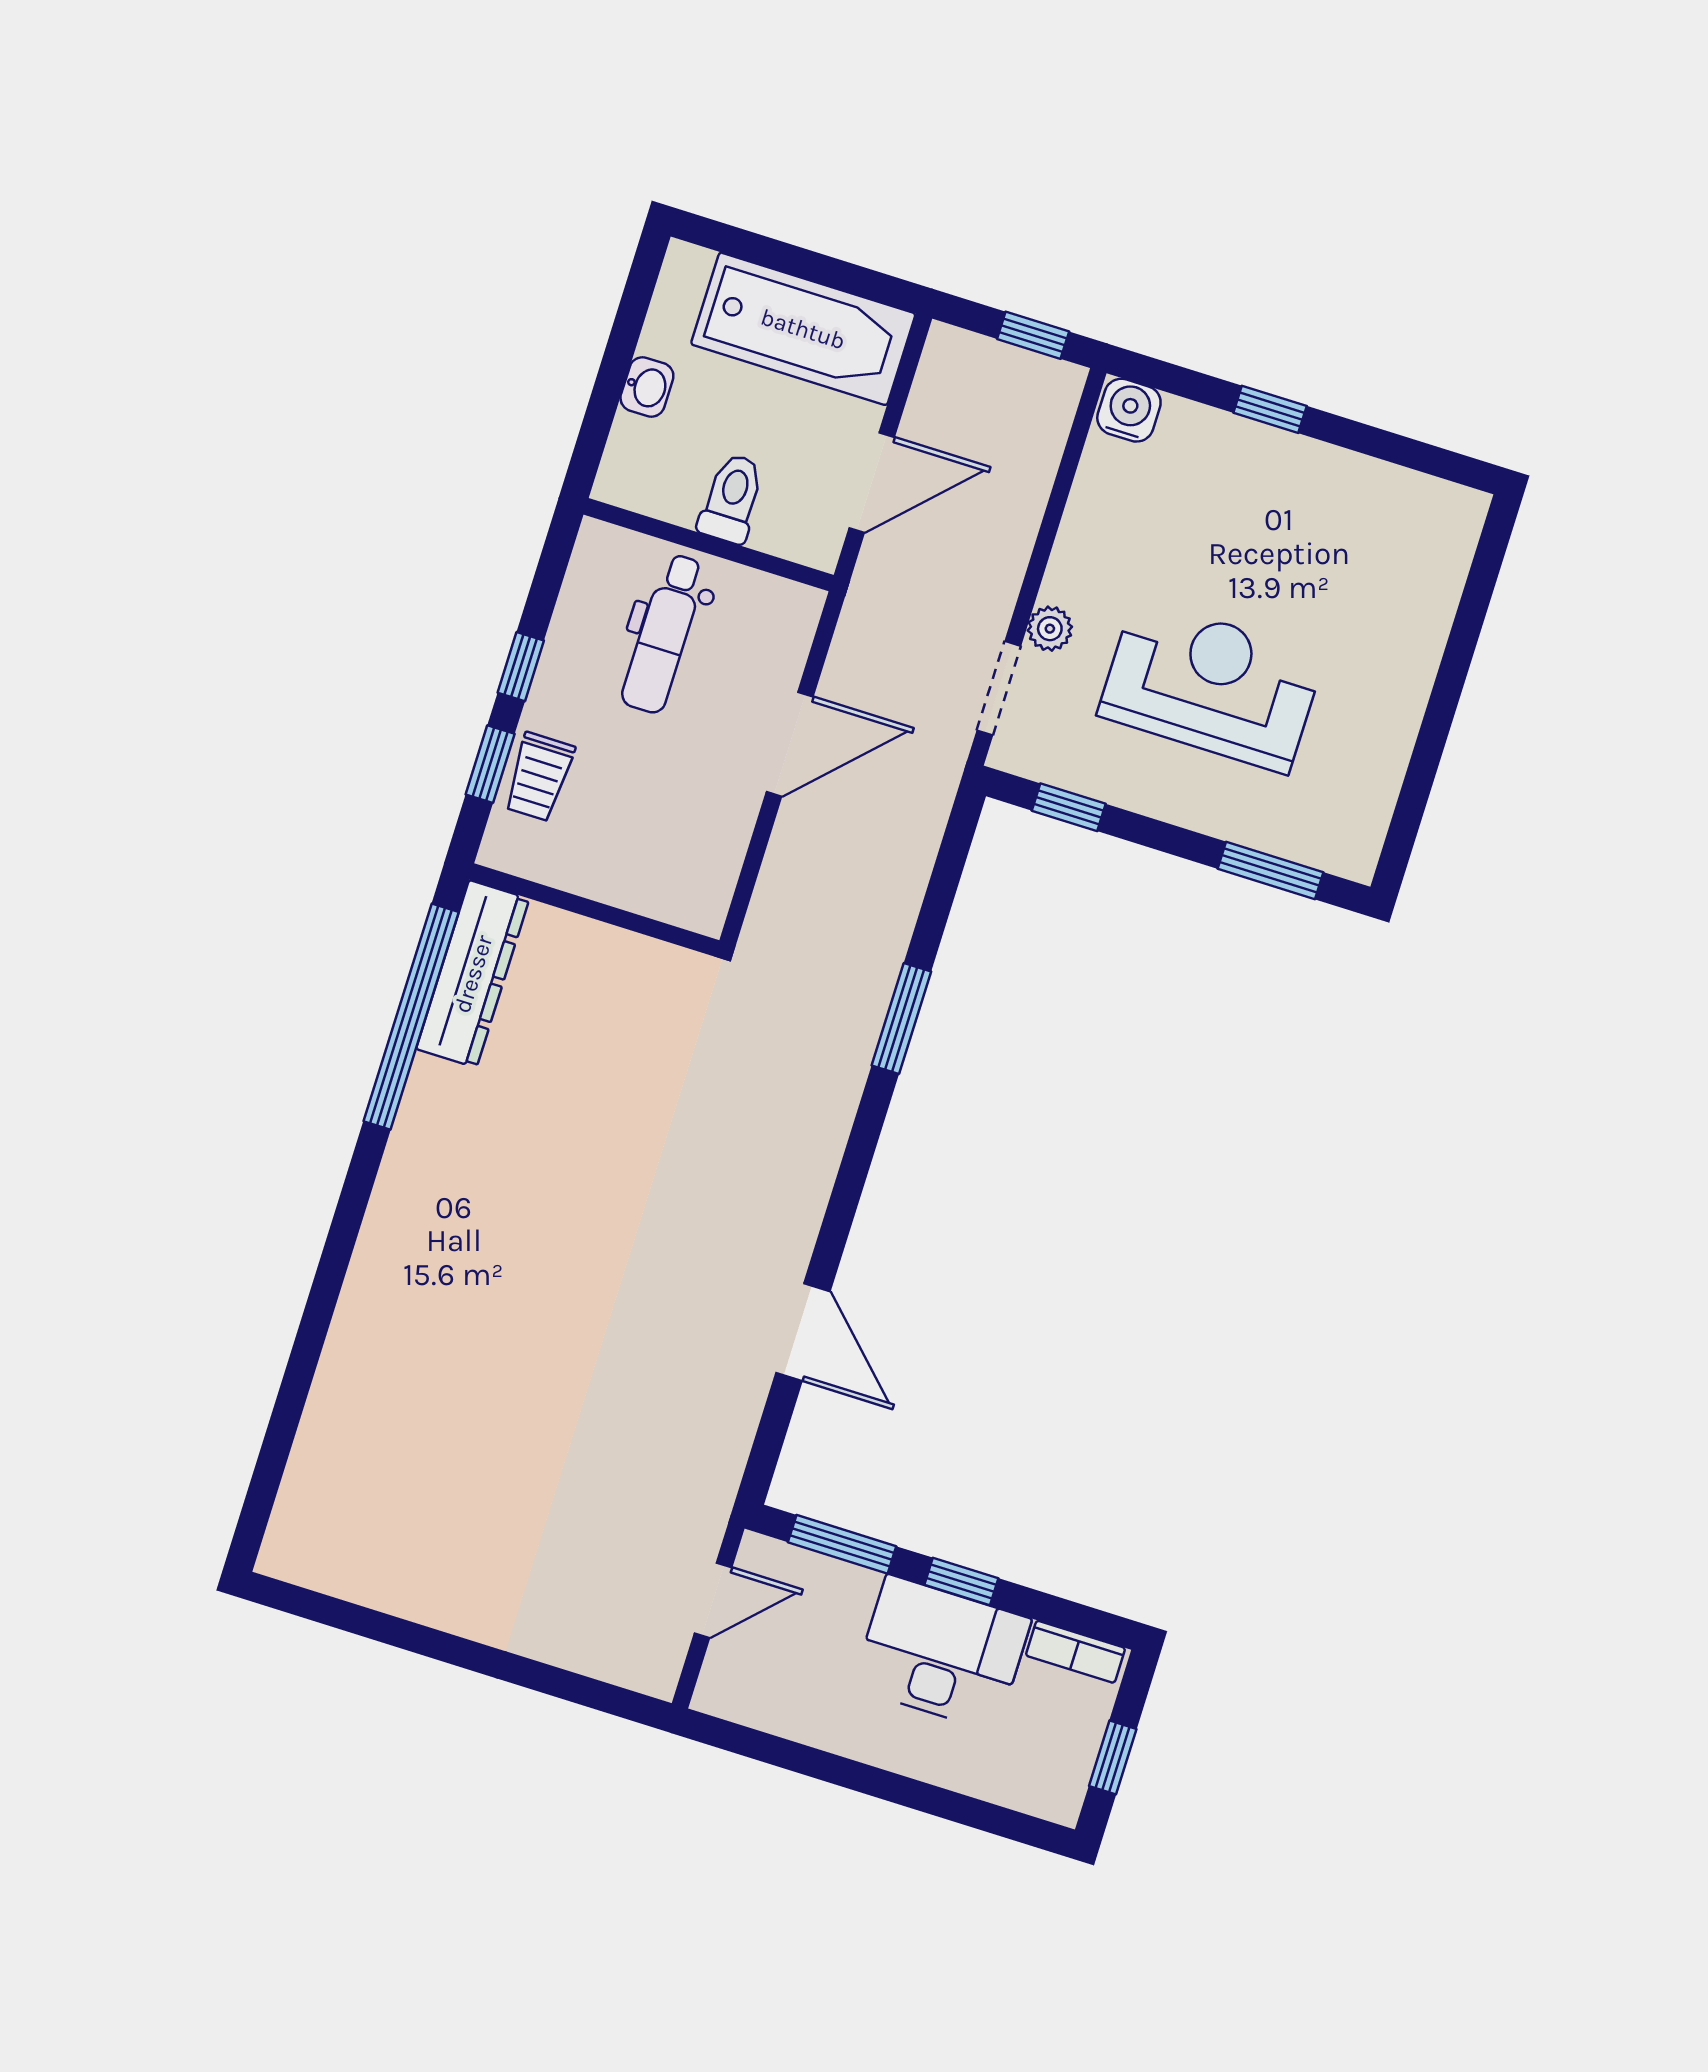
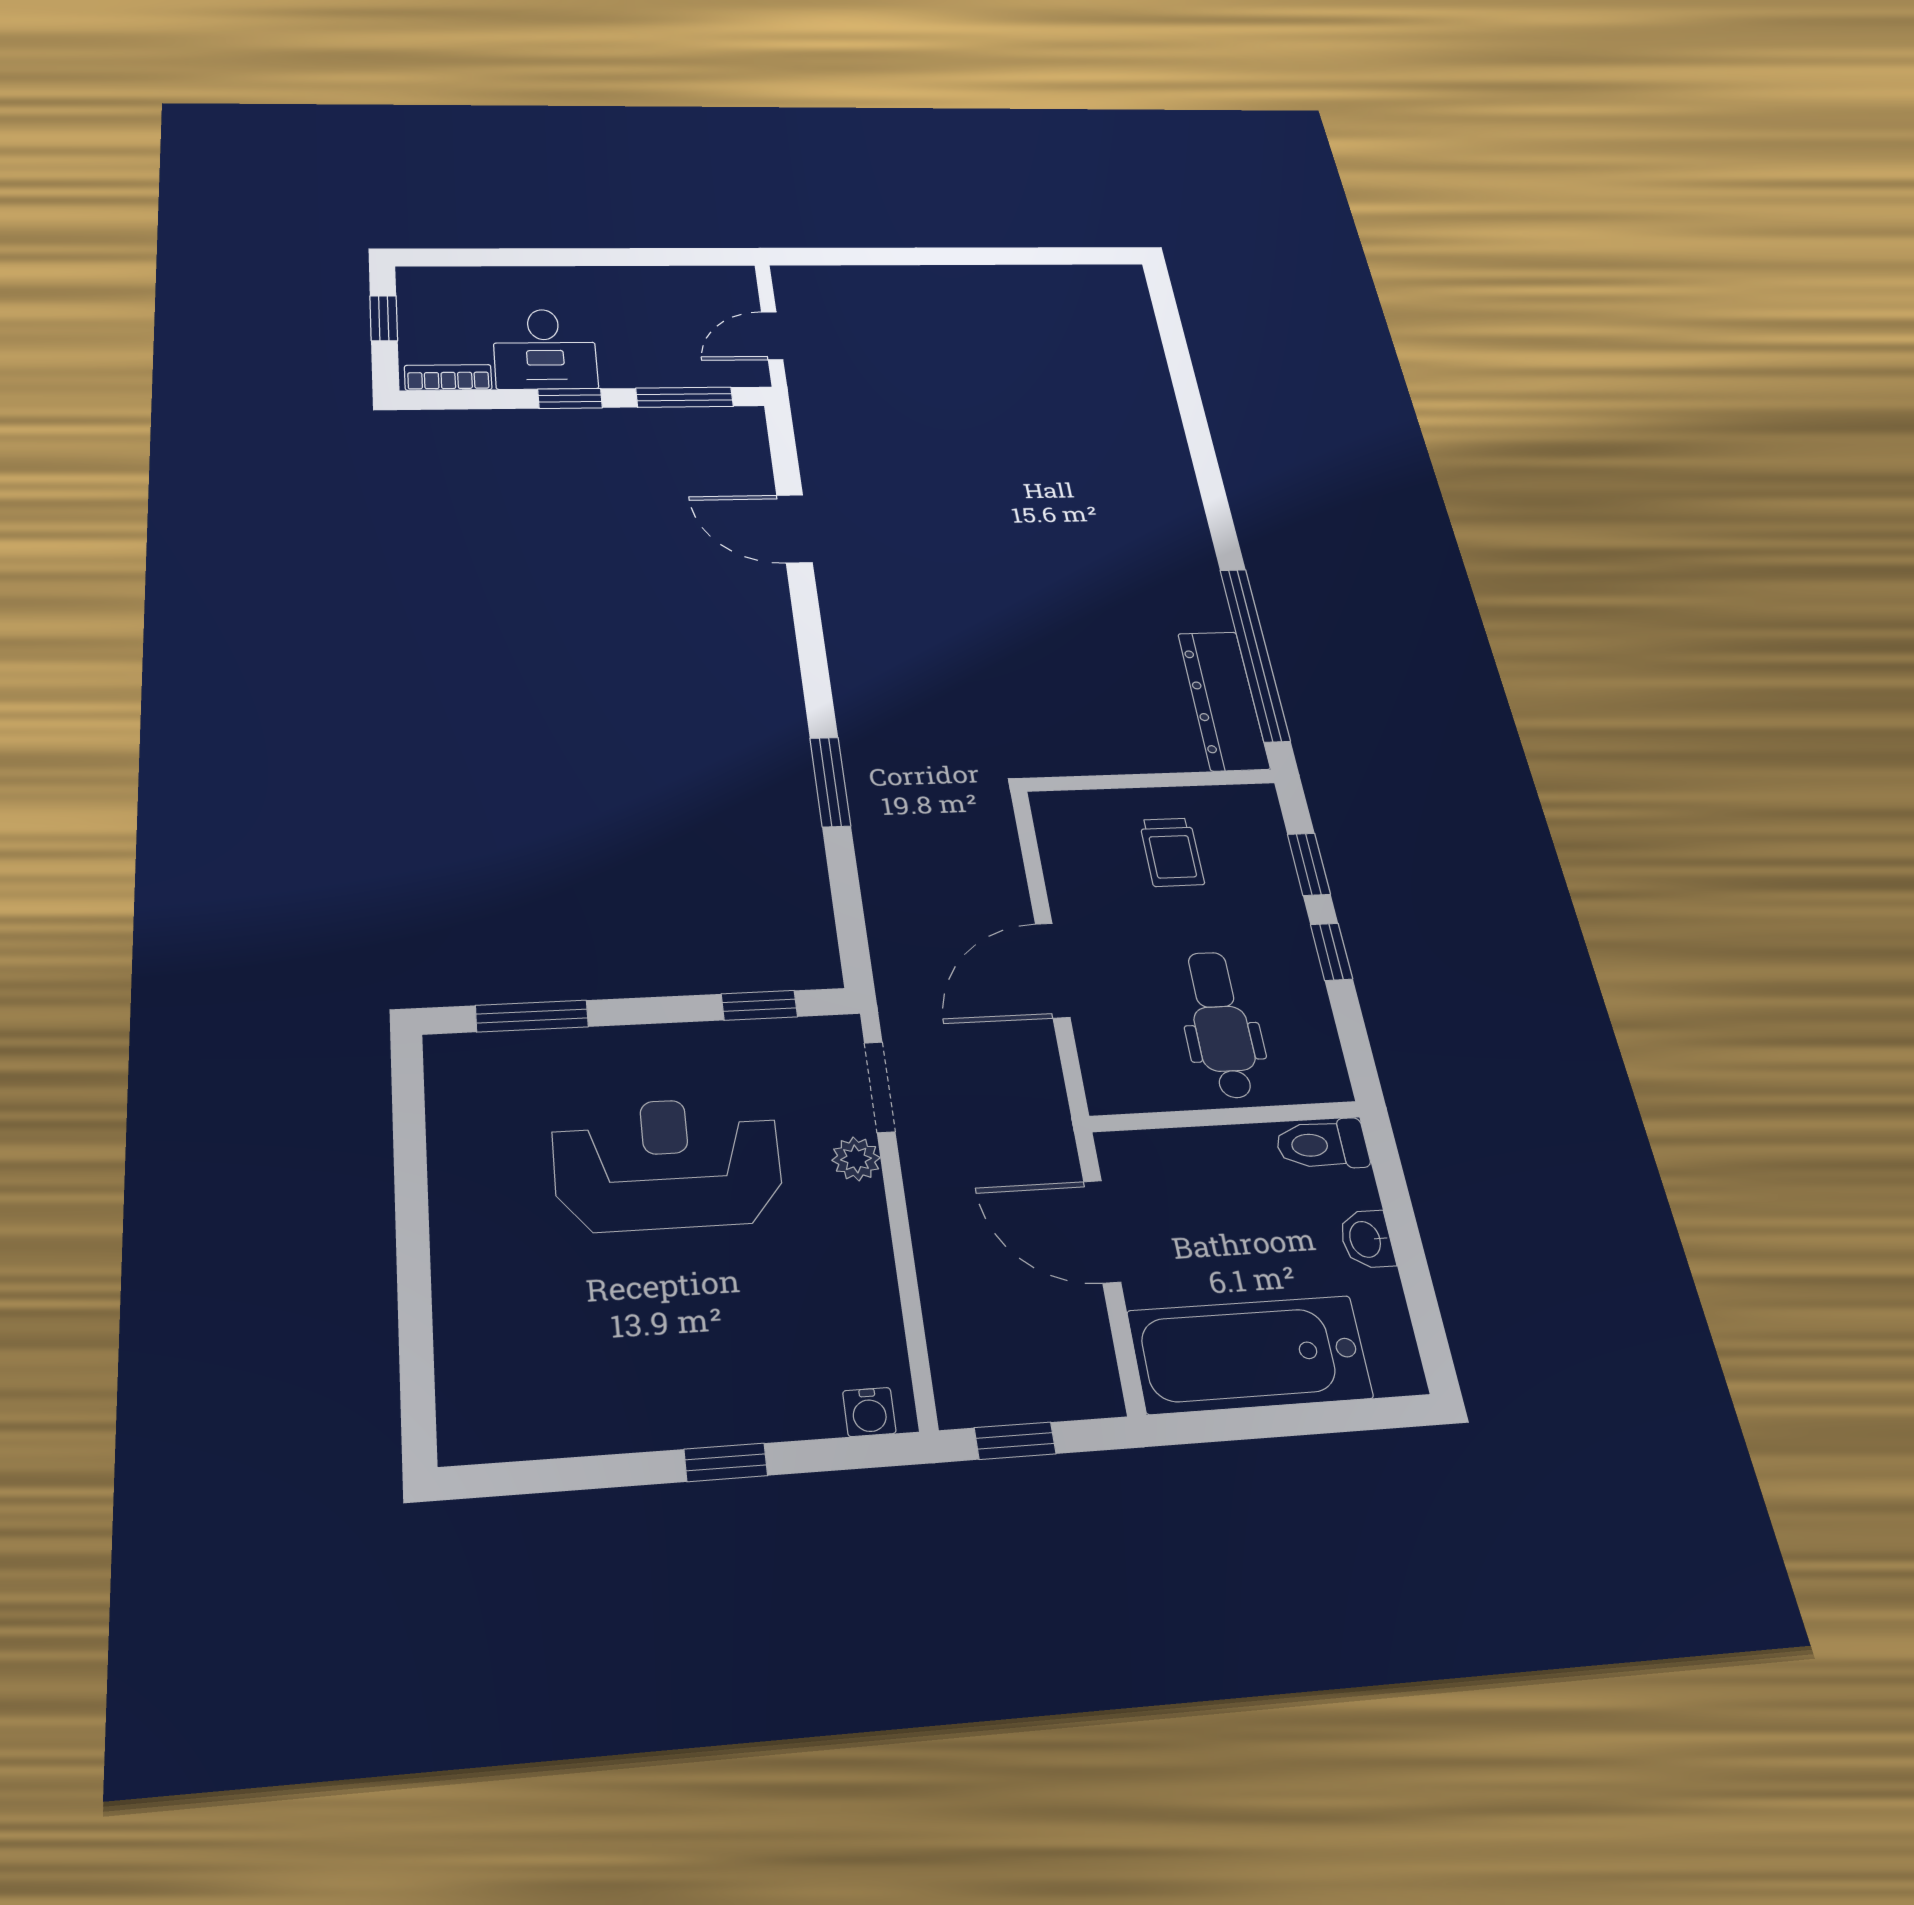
water cooler: (1129, 410) -> (869, 1412), width x0.72, depth x0.72
door: (872, 483) -> (1102, 1231), hinge flipped
toilet: (732, 499) -> (1322, 1145), moved, turned 90
reception desk: (1211, 685) -> (667, 1164), turned 180
trolley: (539, 777) -> (1172, 852), moved, turned 180
desk: (942, 1653) -> (545, 349), width x0.73

